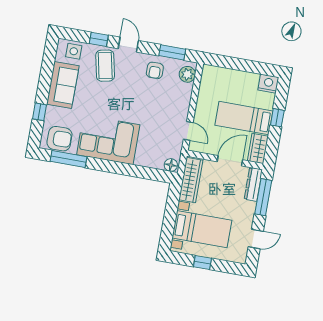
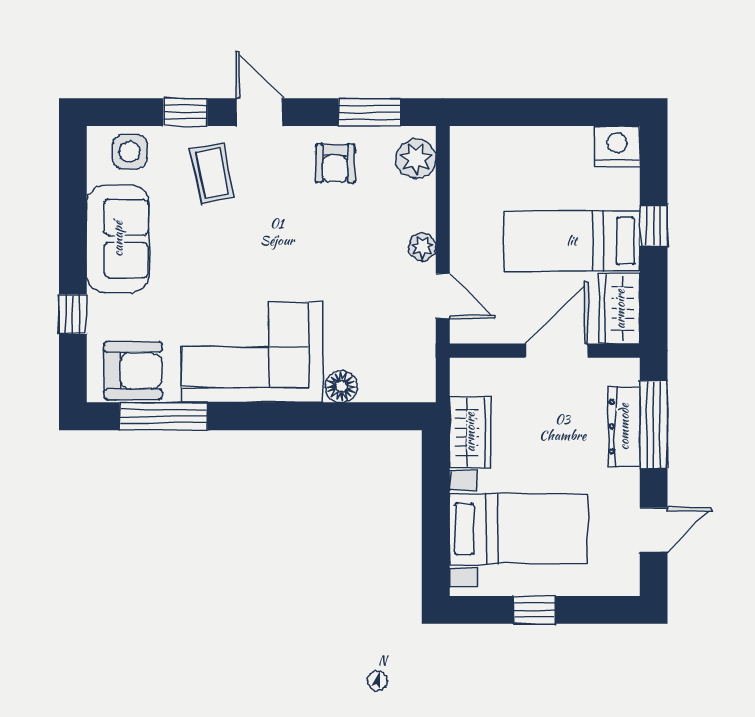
coffee table: (105, 66) -> (212, 173), width x0.73, depth x0.77
plant: (184, 110) -> (422, 247), added
floor lamp: (171, 165) -> (341, 386), moved
wardrobe: (191, 180) -> (470, 432), width x0.67
dresser: (253, 184) -> (624, 427), moved

